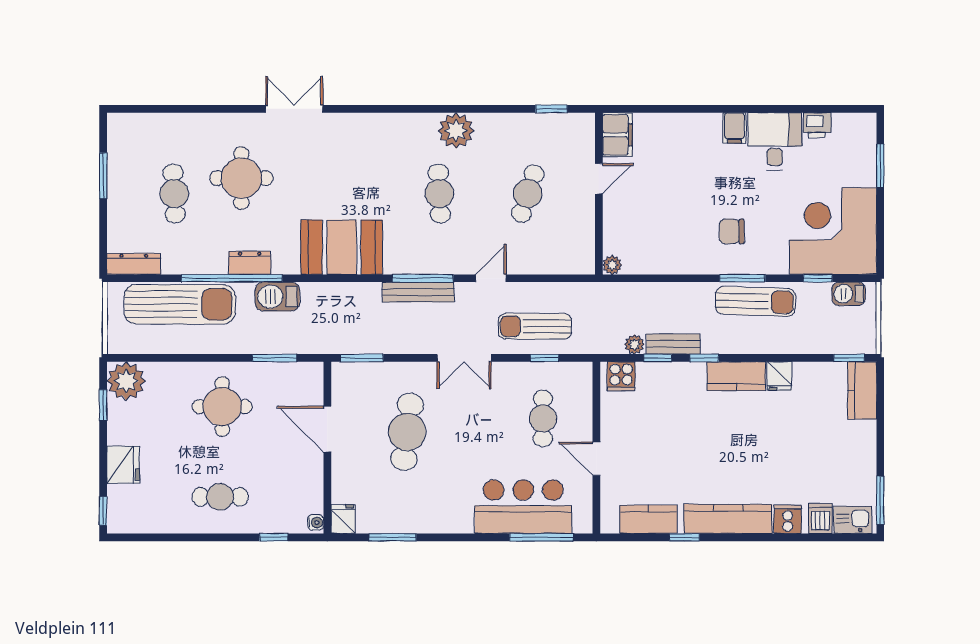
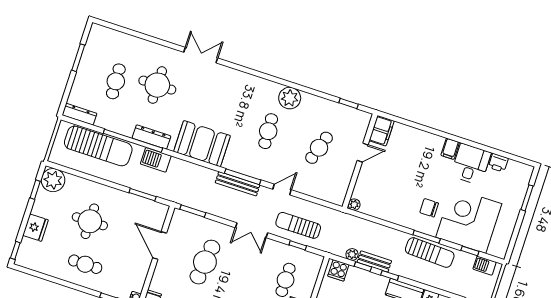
corner desk: (833, 231) -> (469, 221), moved
dresser: (250, 263) -> (151, 137), width x1.44
round table: (222, 407) -> (90, 221), moved

